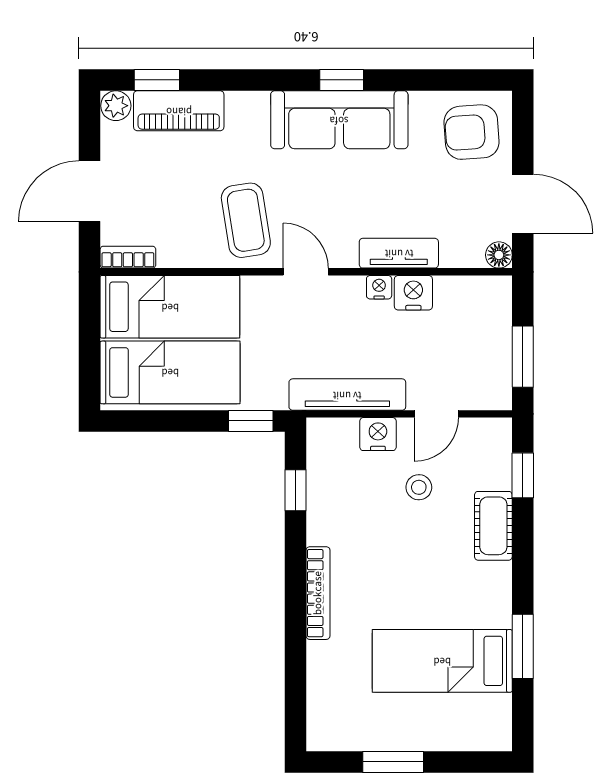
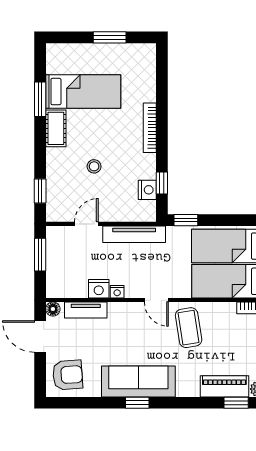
tv unit: (399, 253) -> (86, 310), moved
nightstand: (378, 434) -> (147, 190), moved, turned -90
stool: (419, 487) -> (94, 166), moved
cot: (493, 526) -> (56, 128), moved

